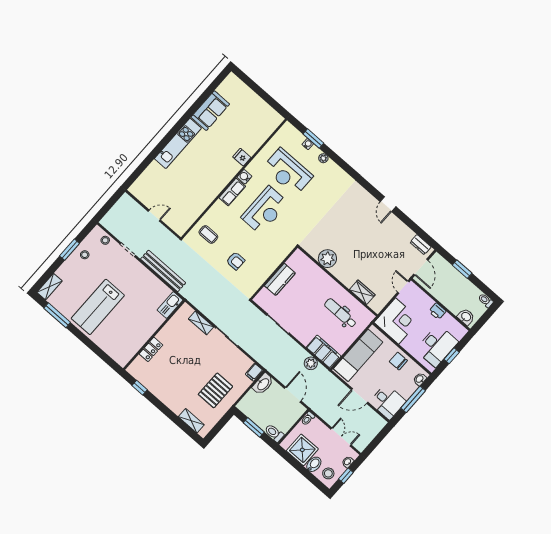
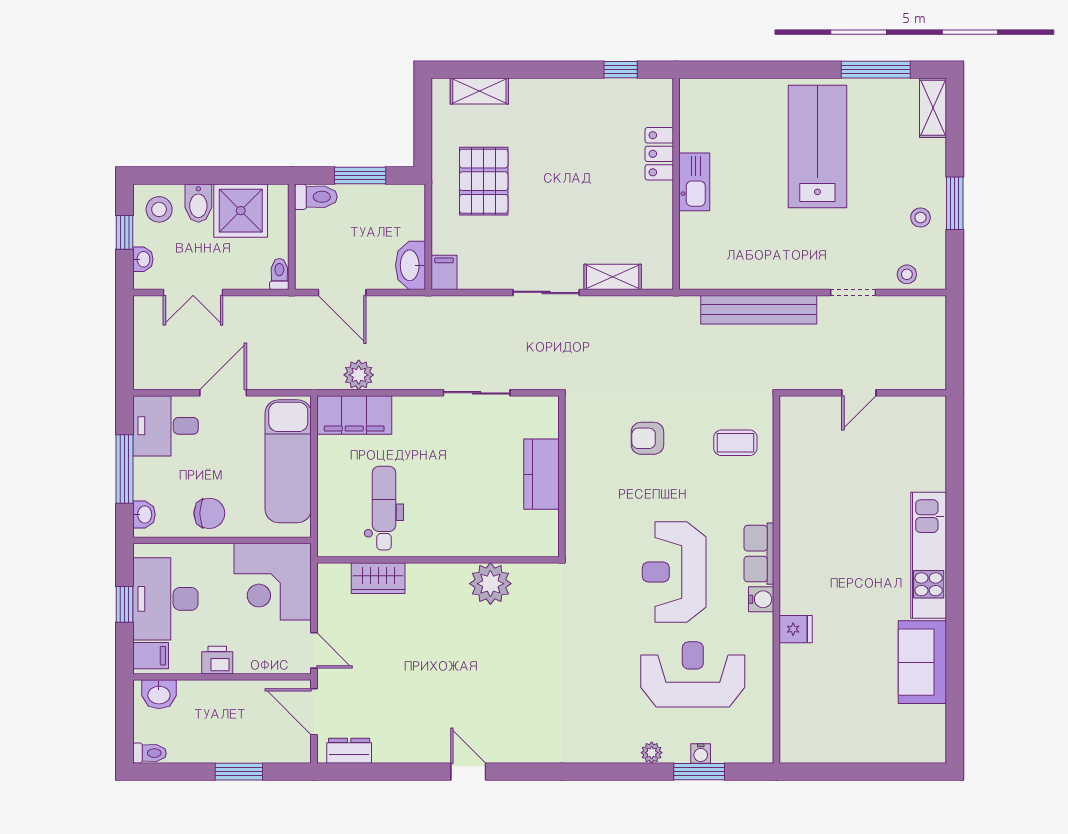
kitchen sink: (170, 305) -> (694, 182), moved
dental chair: (340, 313) -> (384, 508), turned -90
filing cabinet: (458, 332) -> (151, 656), added

